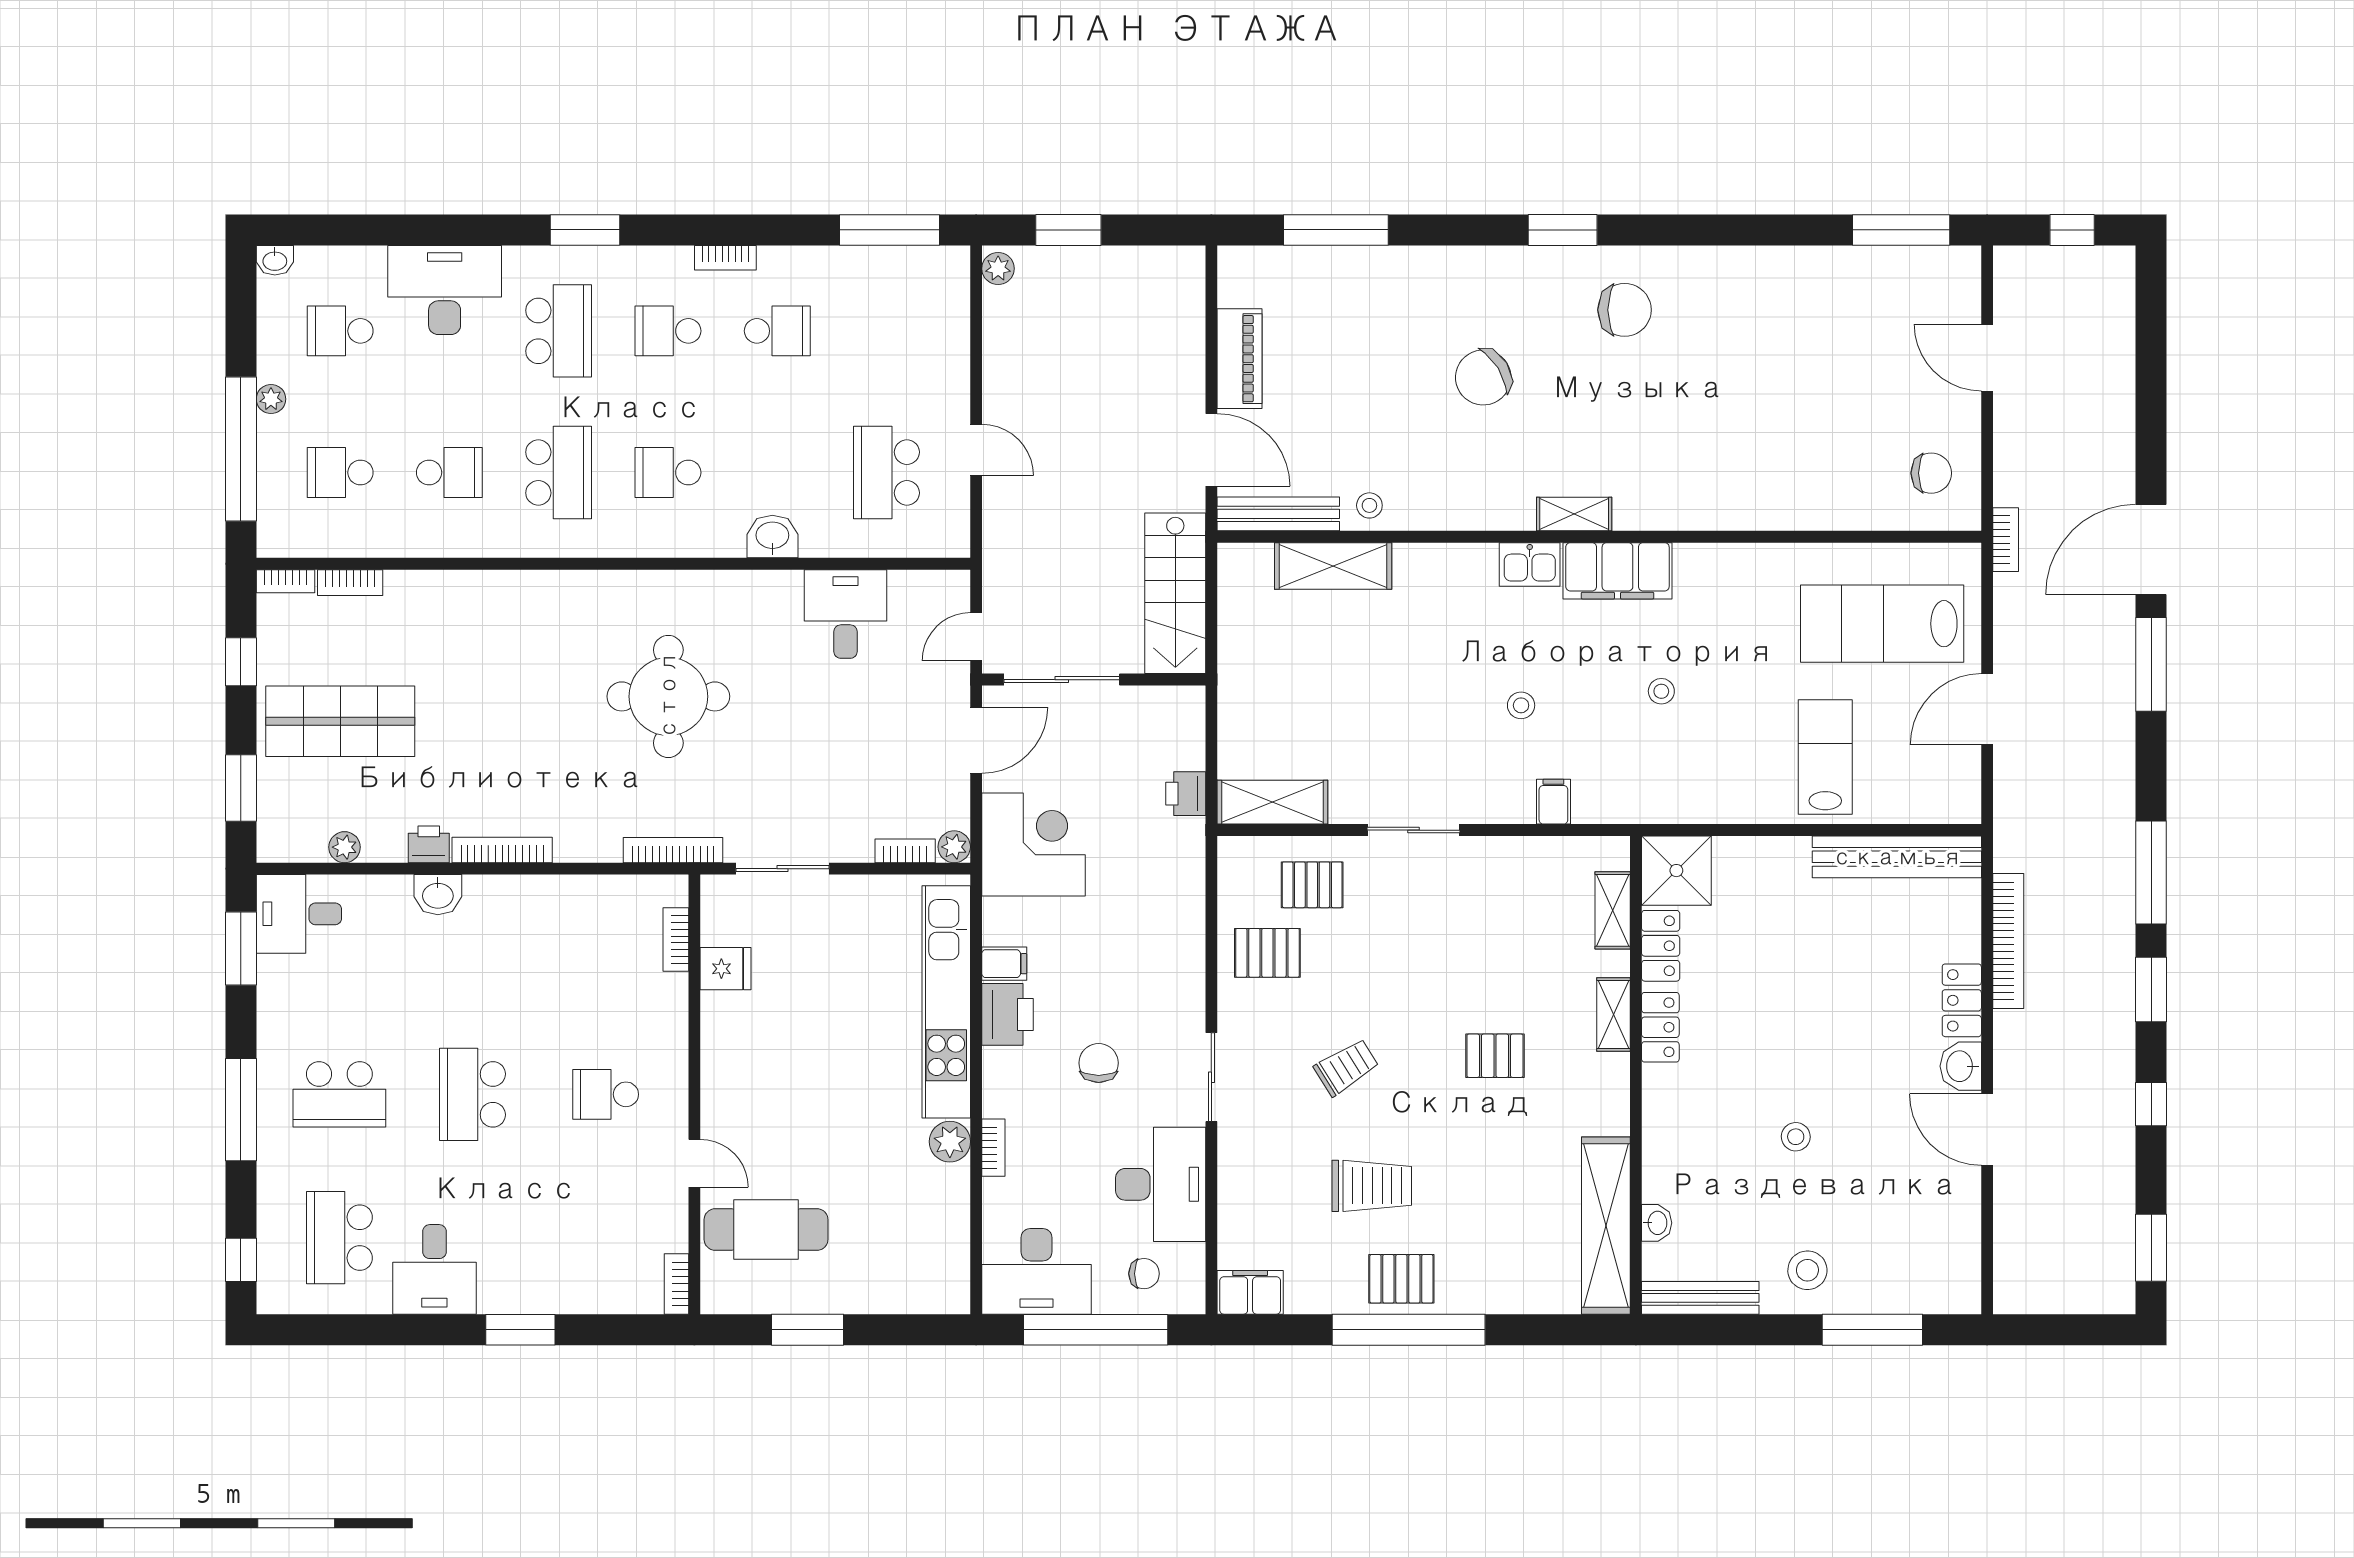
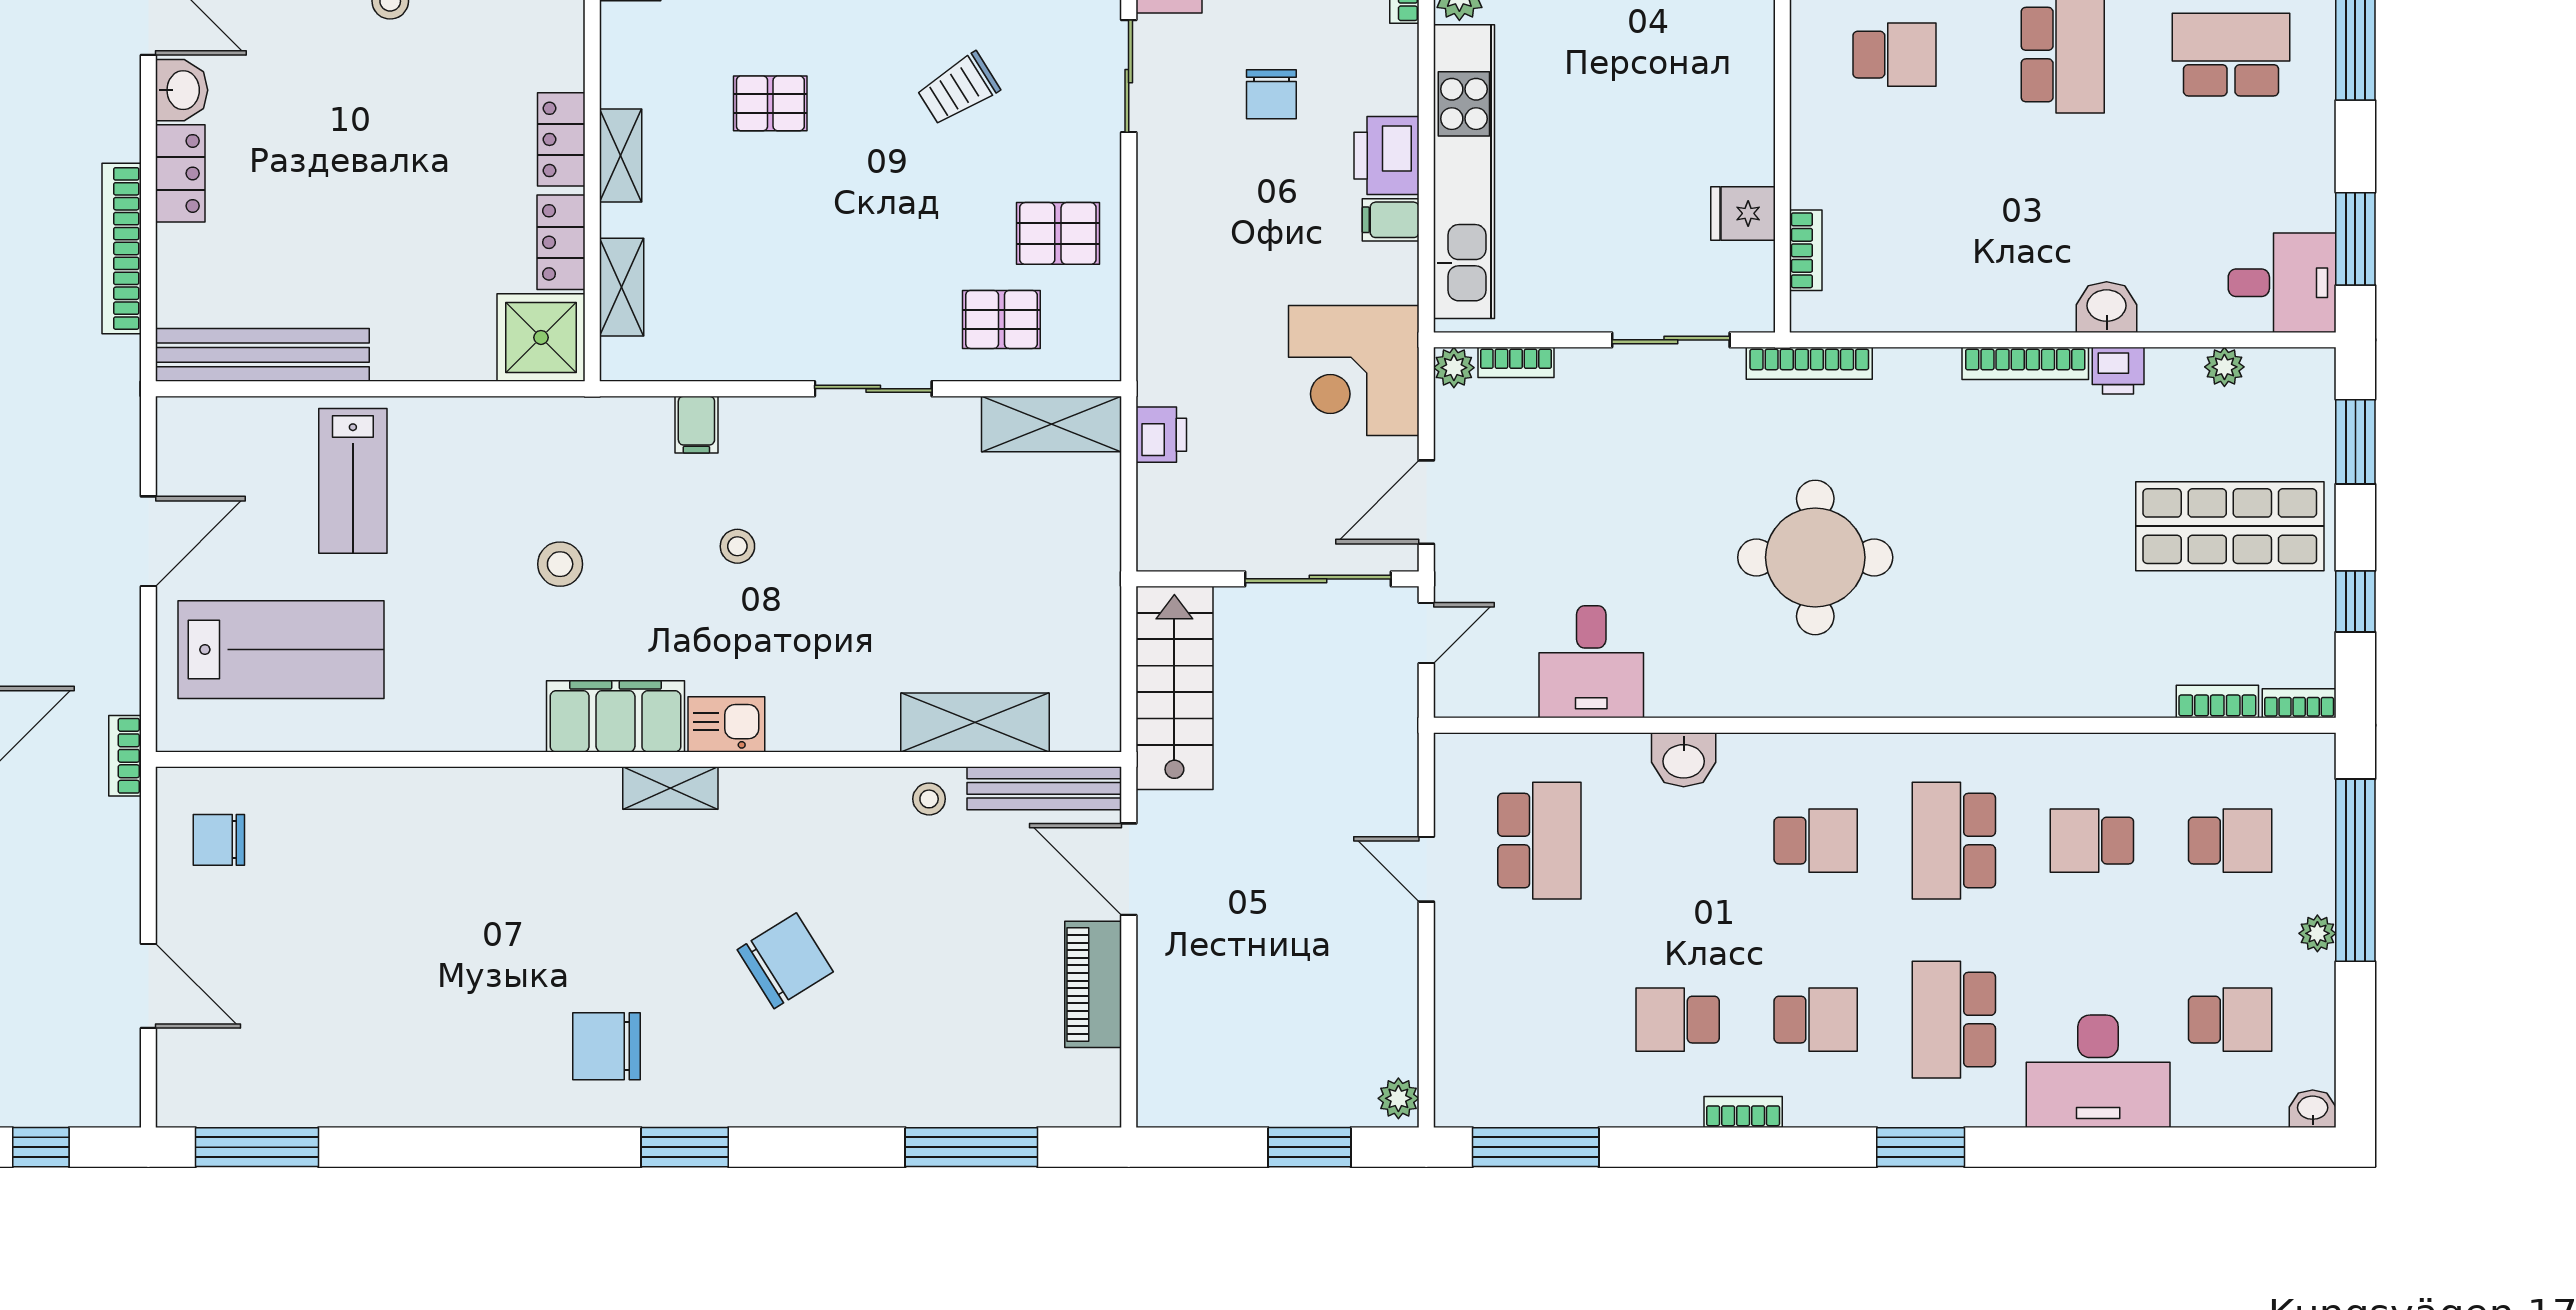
stool: (1661, 691) -> (560, 564), width x1.37, depth x1.37

